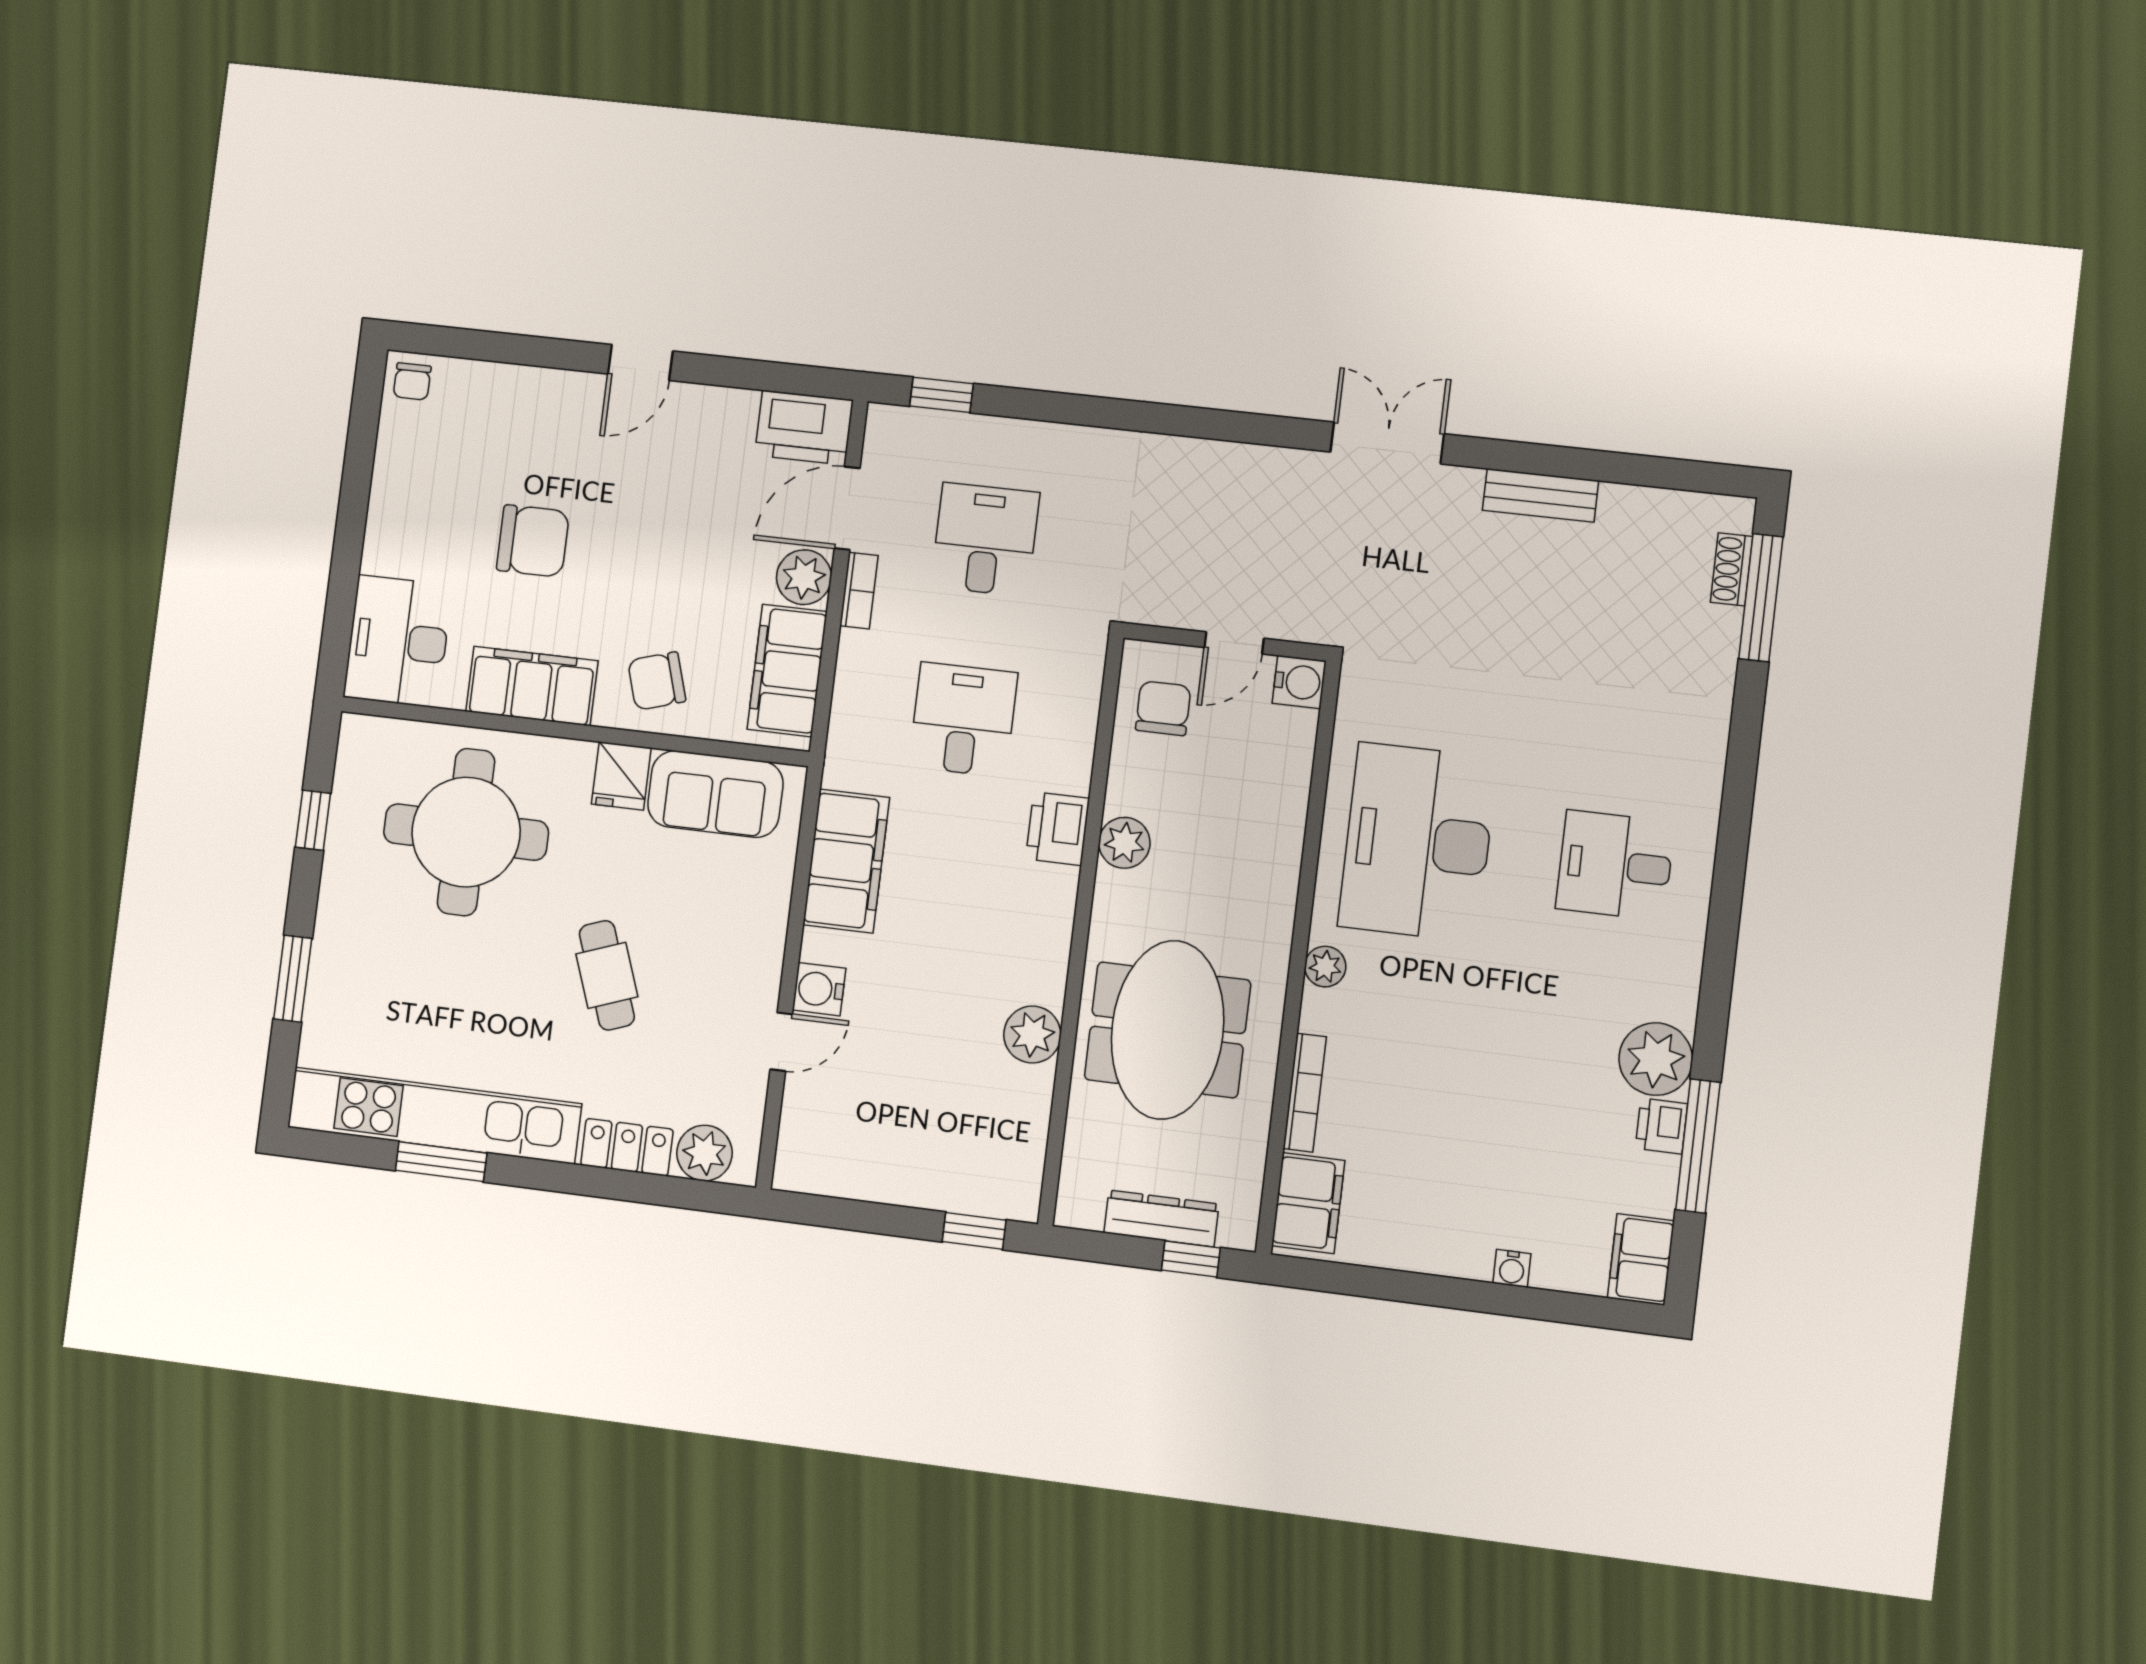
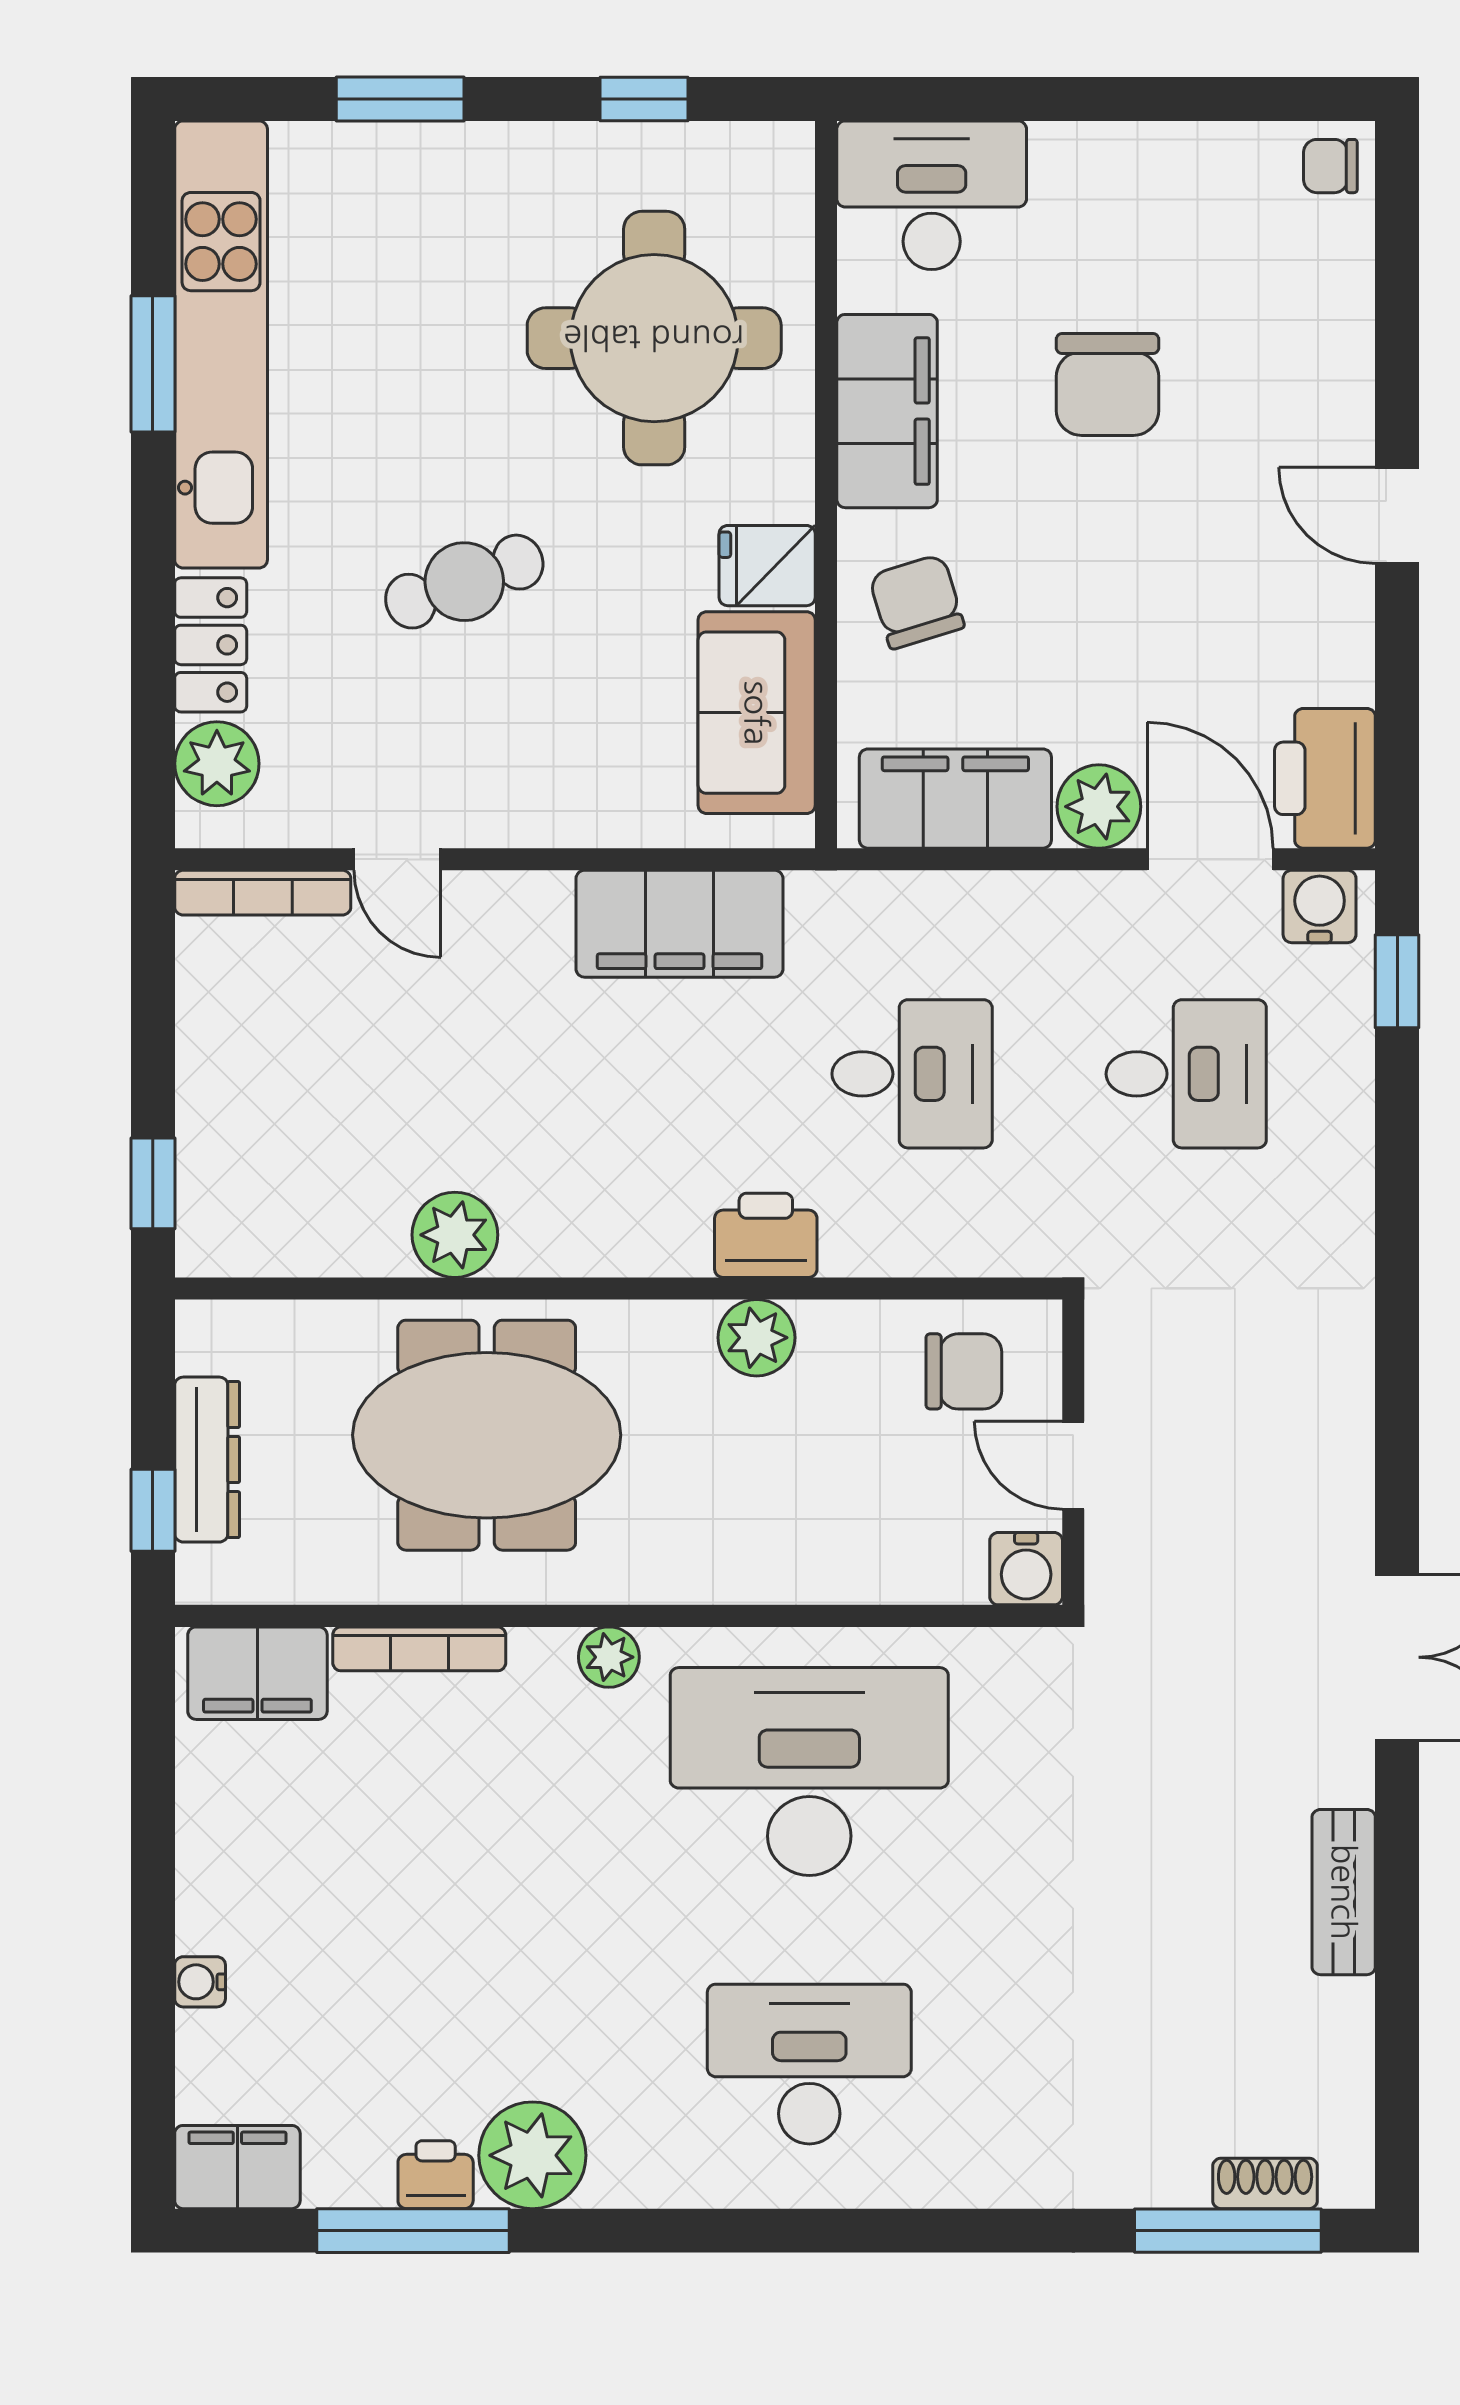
bookcase: (859, 591) -> (263, 893), moved, width x1.56
desk: (1615, 865) -> (809, 2064), width x1.37
water cooler: (819, 989) -> (1320, 906), moved

